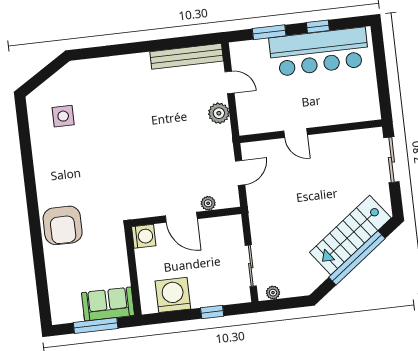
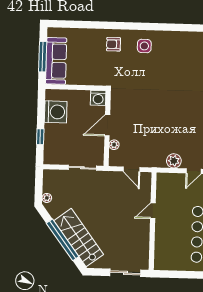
side table: (63, 116) -> (144, 46), moved
armchair: (63, 225) -> (113, 44), width x0.53, depth x0.53
sliding door: (251, 266) -> (82, 168), moved
plant: (273, 293) -> (47, 198), moved
sofa: (108, 304) -> (56, 61), width x1.36

